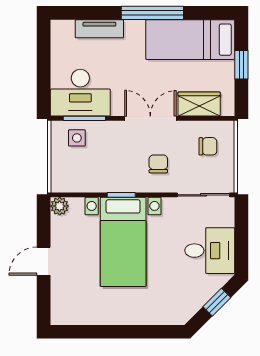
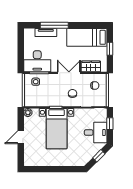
window: (152, 13) -> (54, 25), moved
window: (241, 231) -> (110, 124), added

